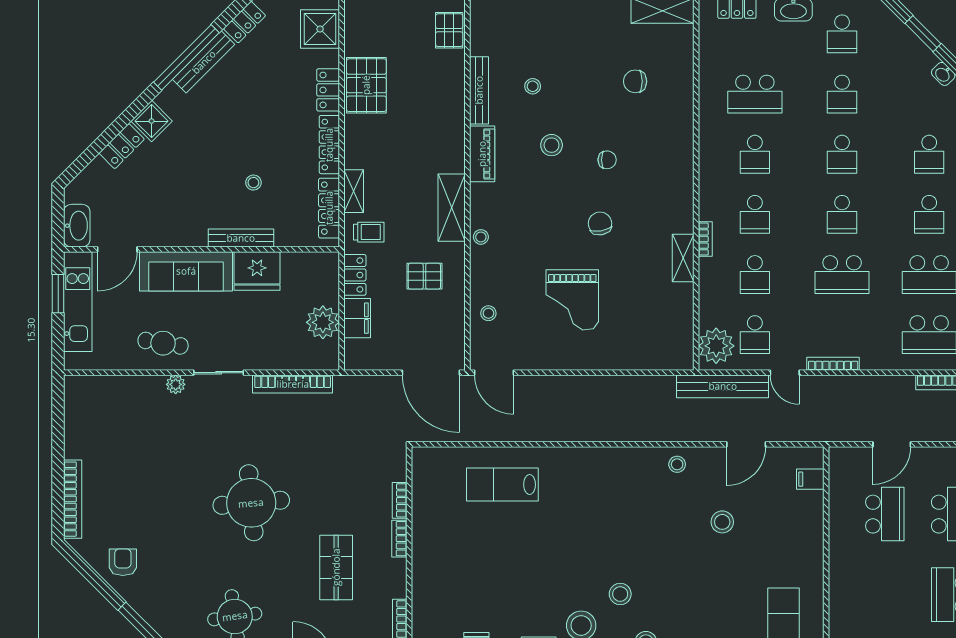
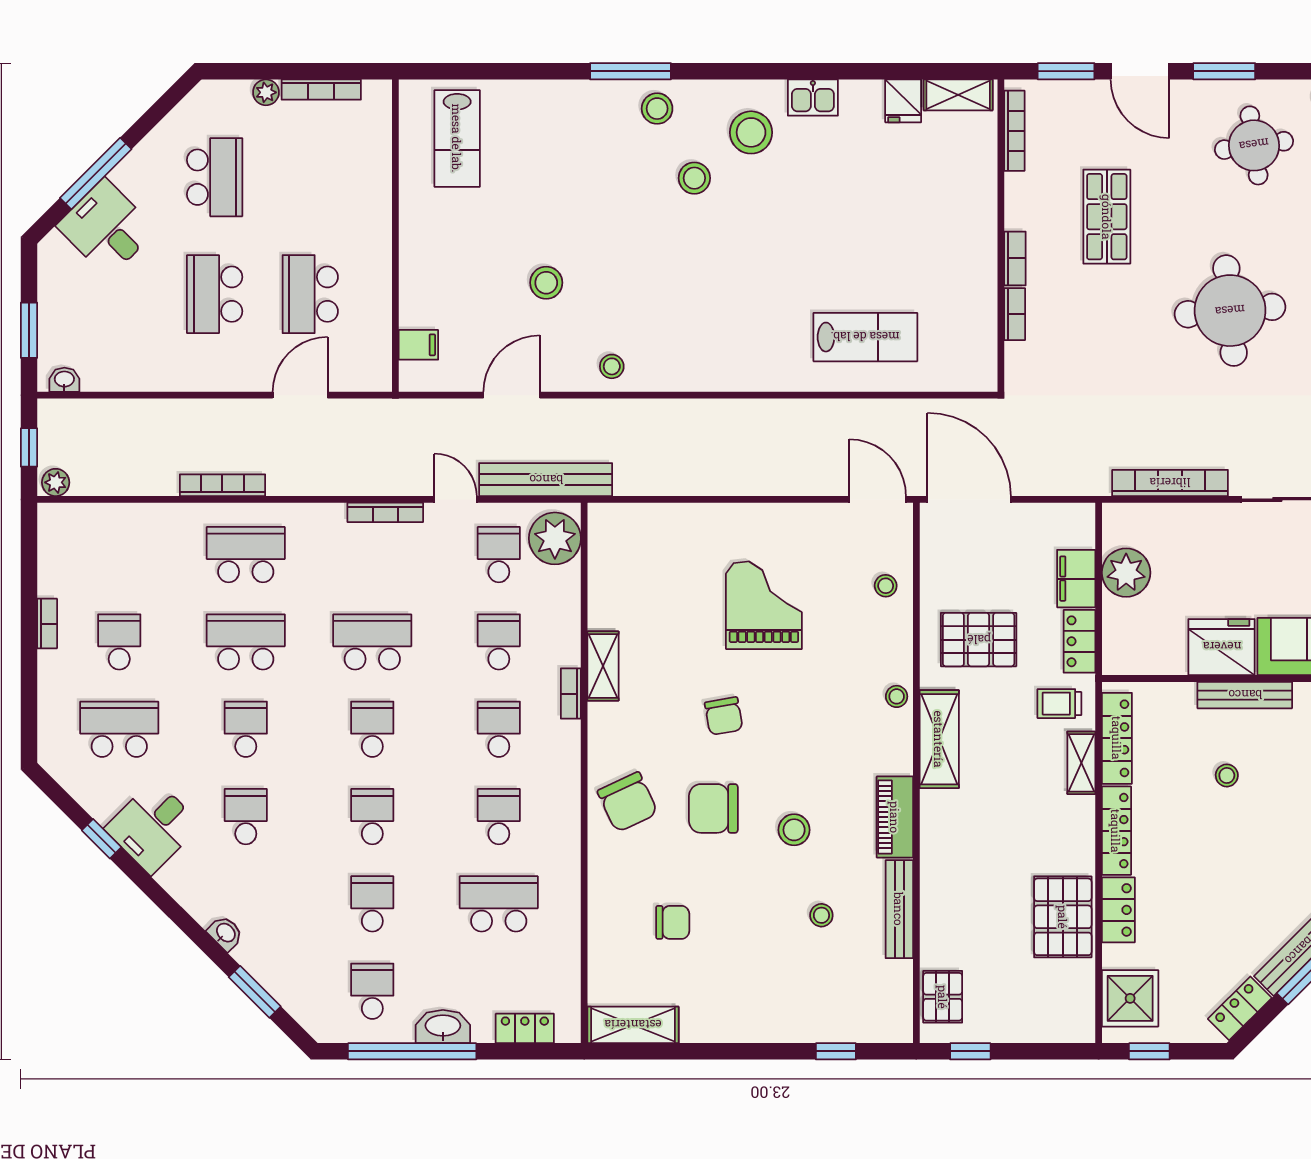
chair: (607, 160) -> (713, 808), width x1.87, depth x1.87
chair: (666, 164) -> (628, 802), added
pallet: (424, 276) -> (979, 640), width x1.50, depth x1.42

